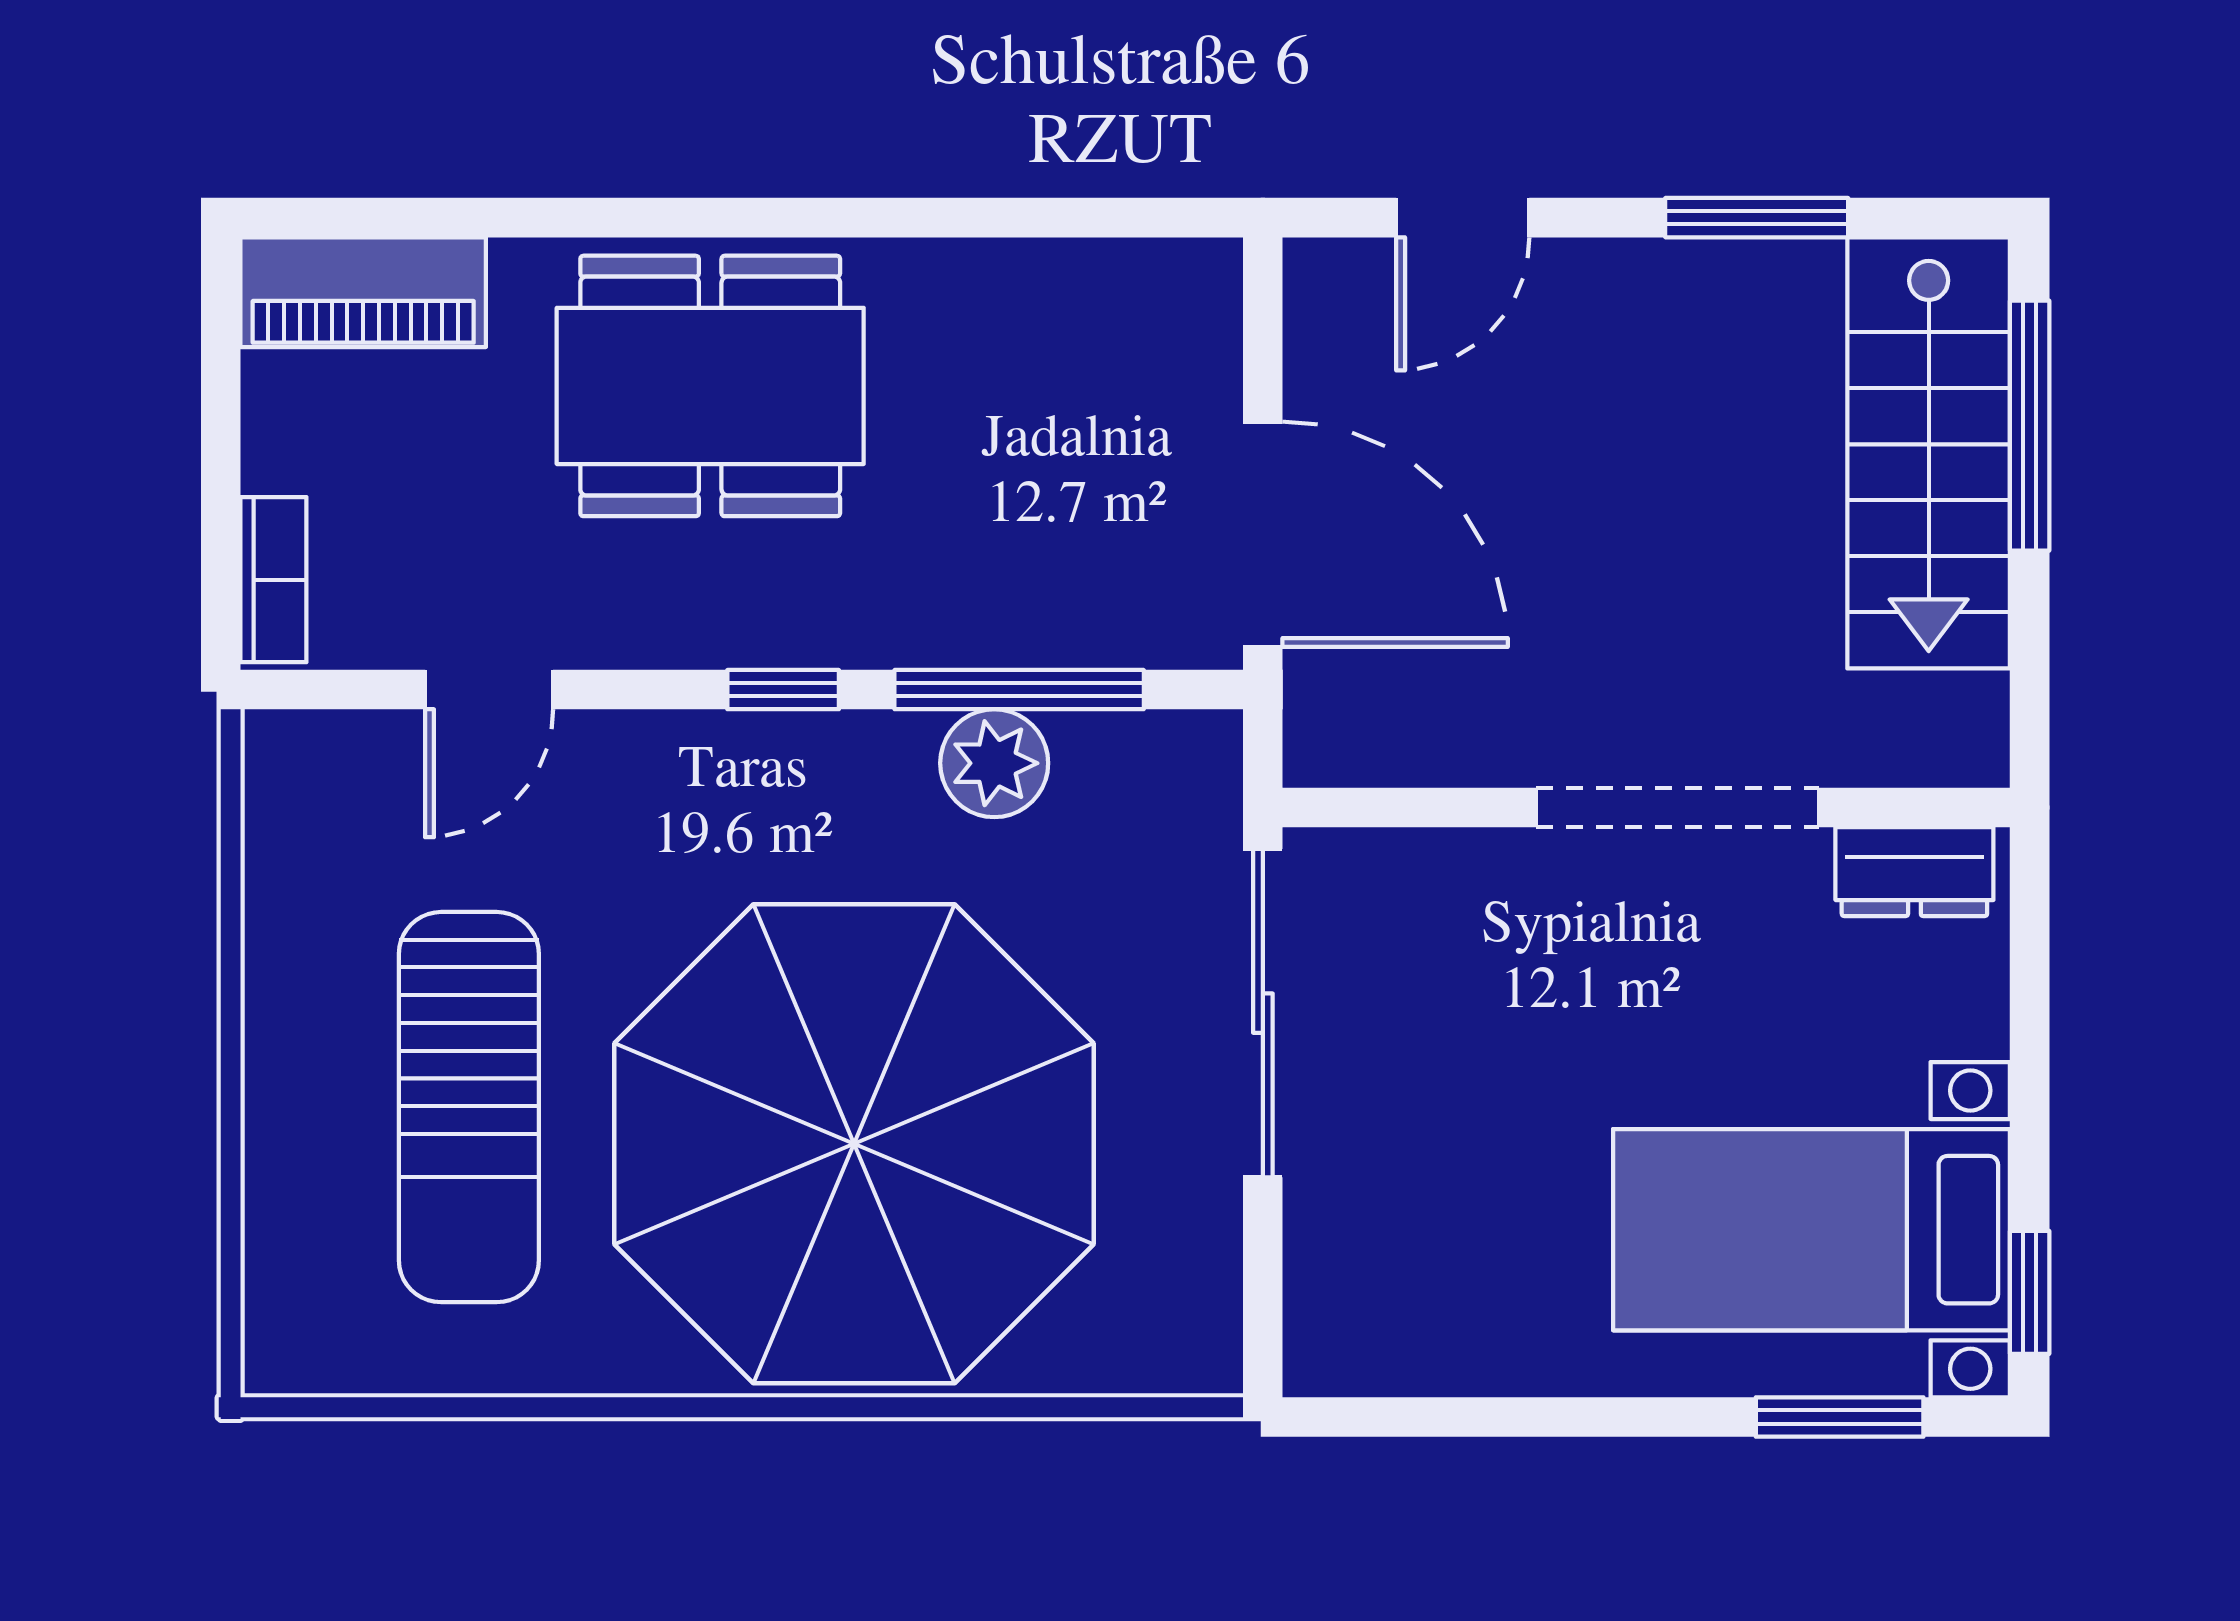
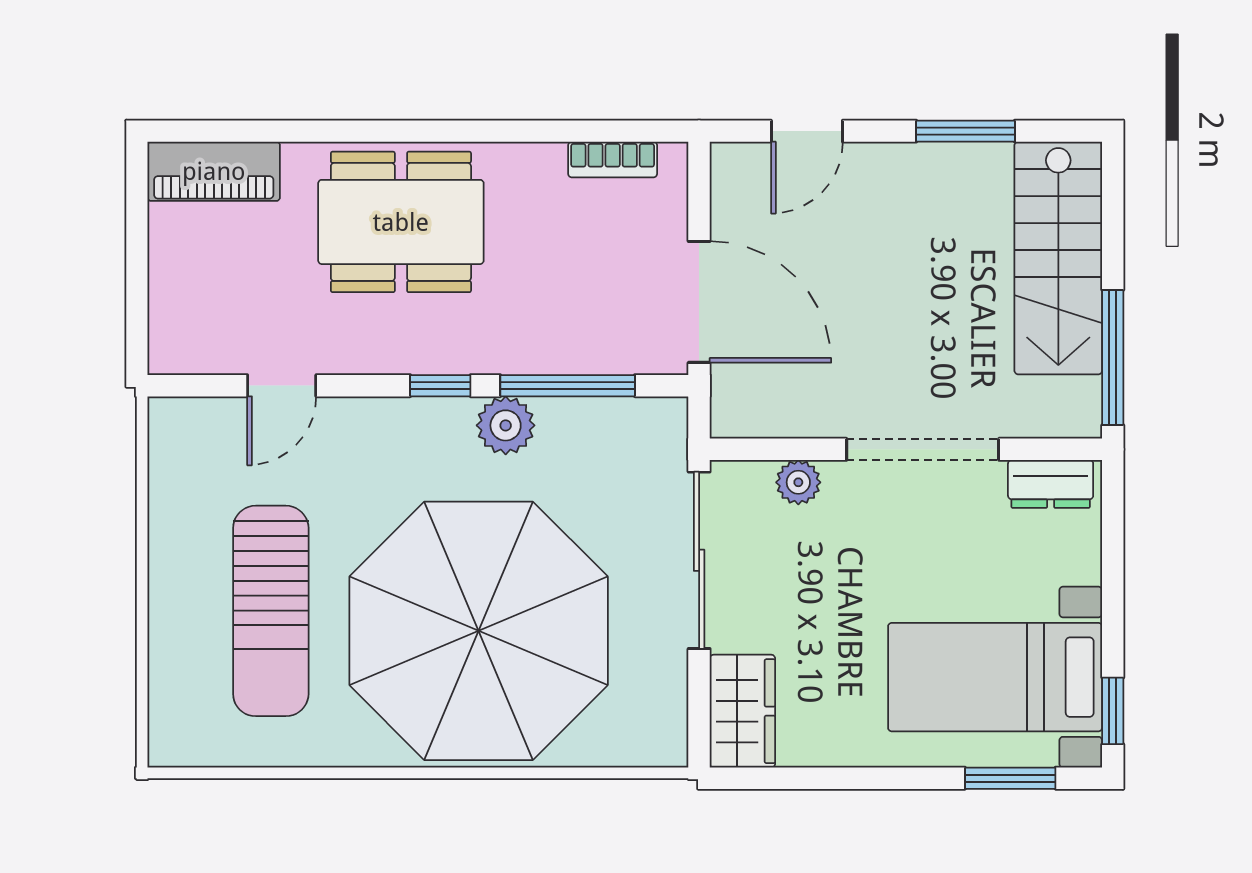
window: (2030, 426) -> (1113, 357), moved
bookcase: (273, 580) -> (613, 160), moved, turned 90
plant: (994, 763) -> (506, 425), moved
plant: (1447, 869) -> (798, 482), added
wardrobe: (1343, 1293) -> (742, 711), added

